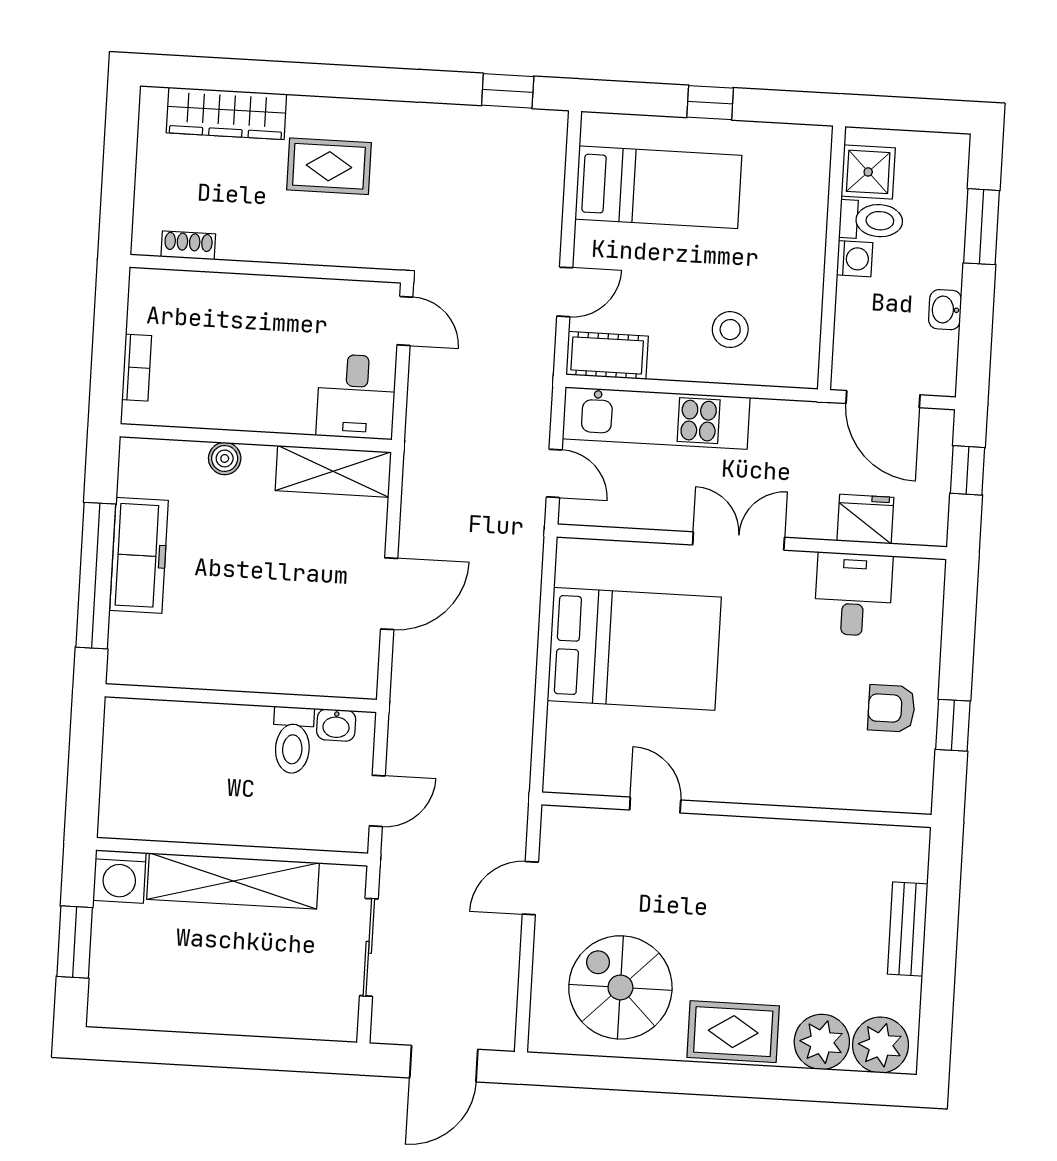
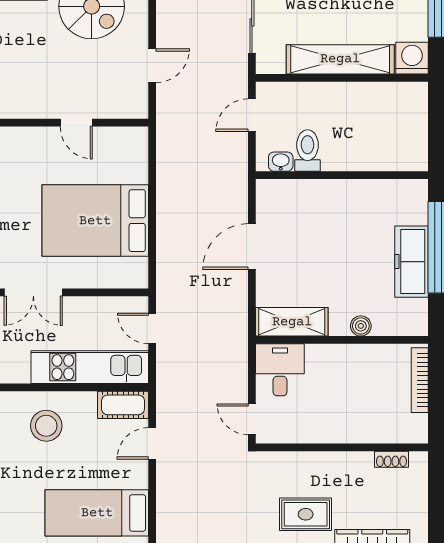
stool: (730, 330) -> (46, 426), width x1.38, depth x1.38
bookcase: (137, 368) -> (420, 380), width x1.56

